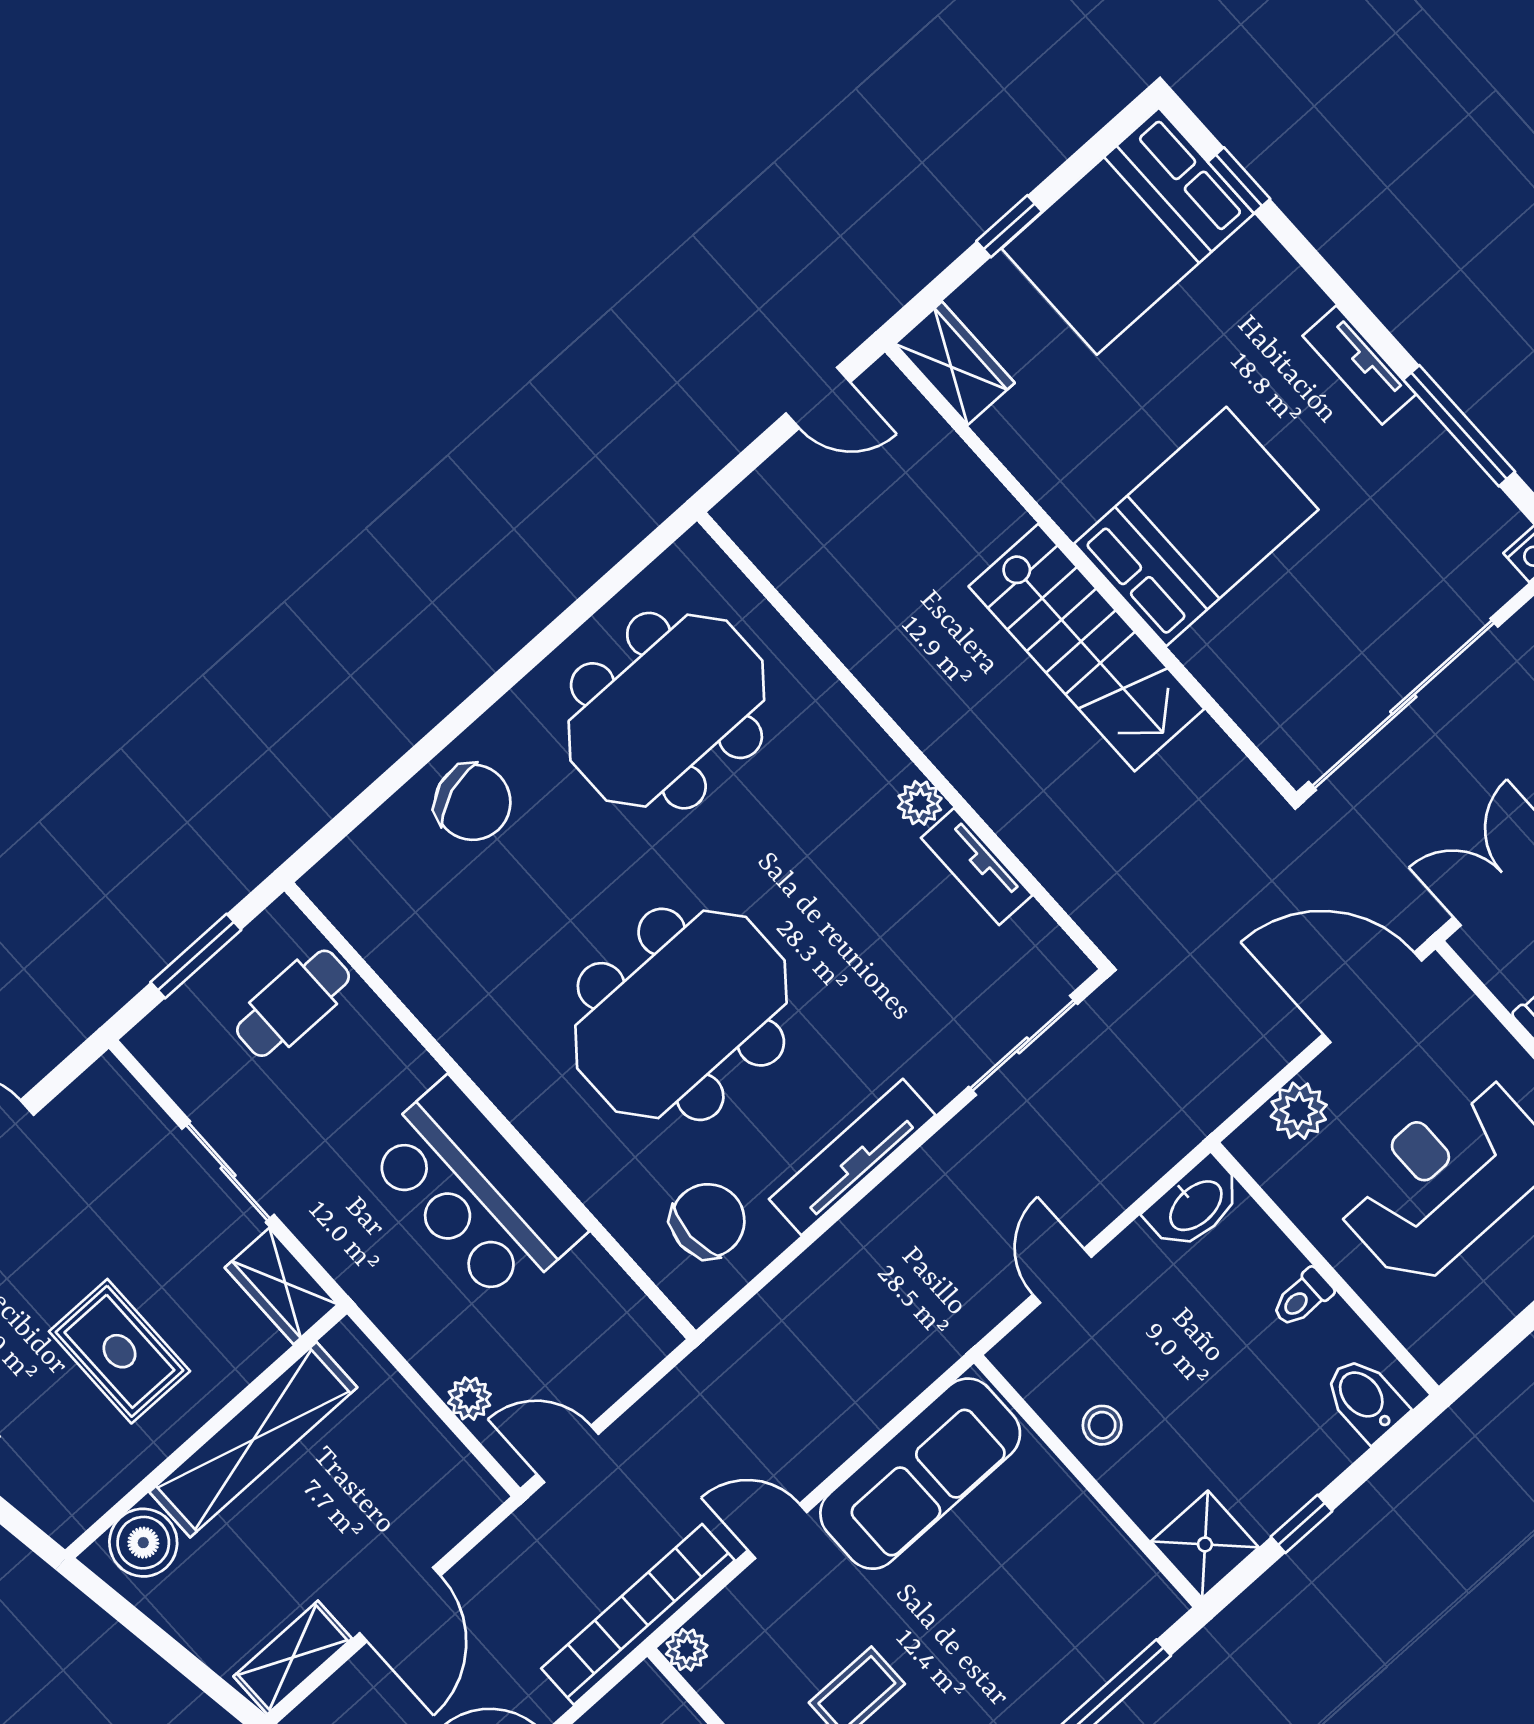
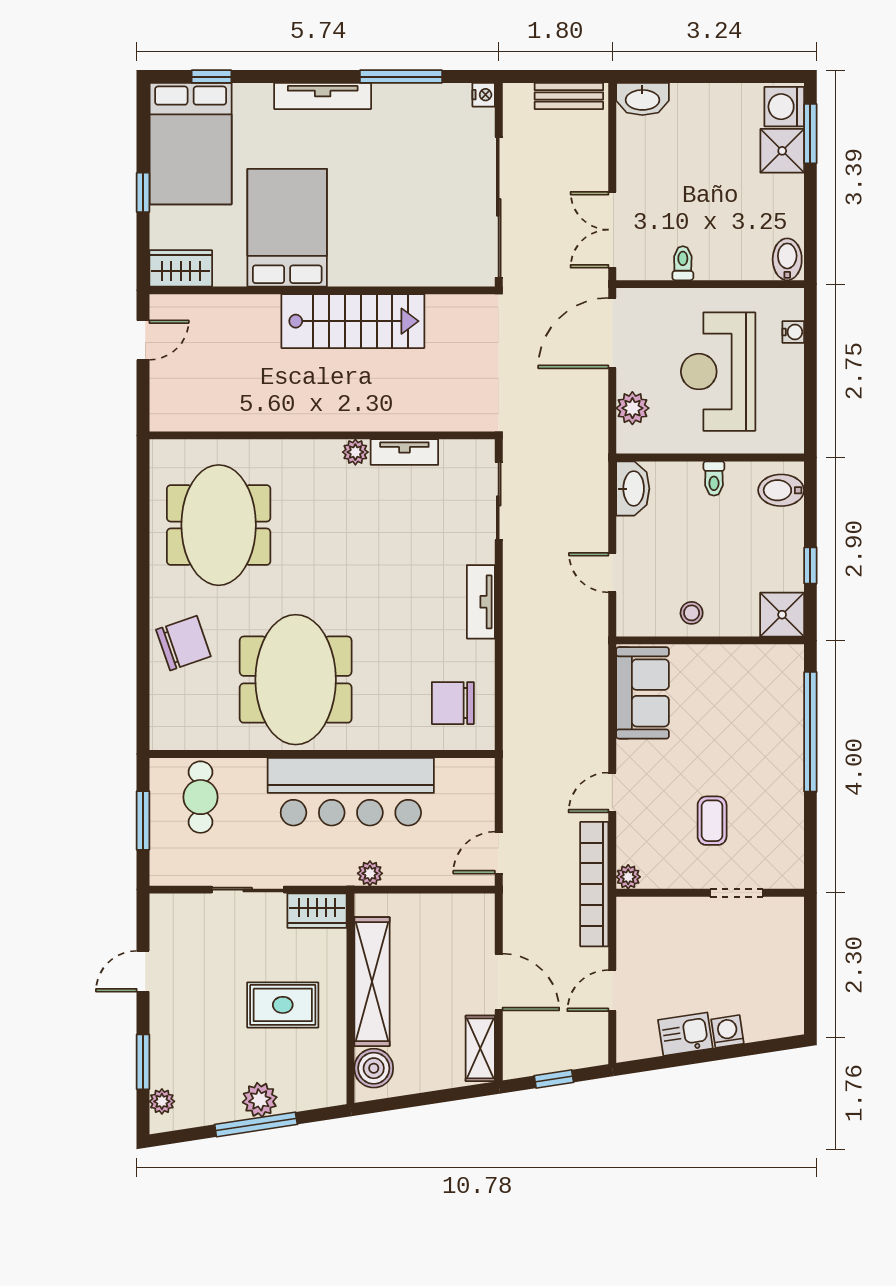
tv unit: (1359, 365) -> (323, 96), width x1.41
bed: (1196, 527) -> (287, 228), moved
meeting table: (681, 1014) -> (296, 680), moved
tv unit: (852, 1157) -> (481, 602), width x0.71
bar counter: (475, 1192) -> (351, 792), width x1.36
chair: (708, 1221) -> (453, 703), turned -90
plant: (469, 1399) -> (370, 873), moved
sofa: (920, 1474) -> (642, 693), width x0.73

